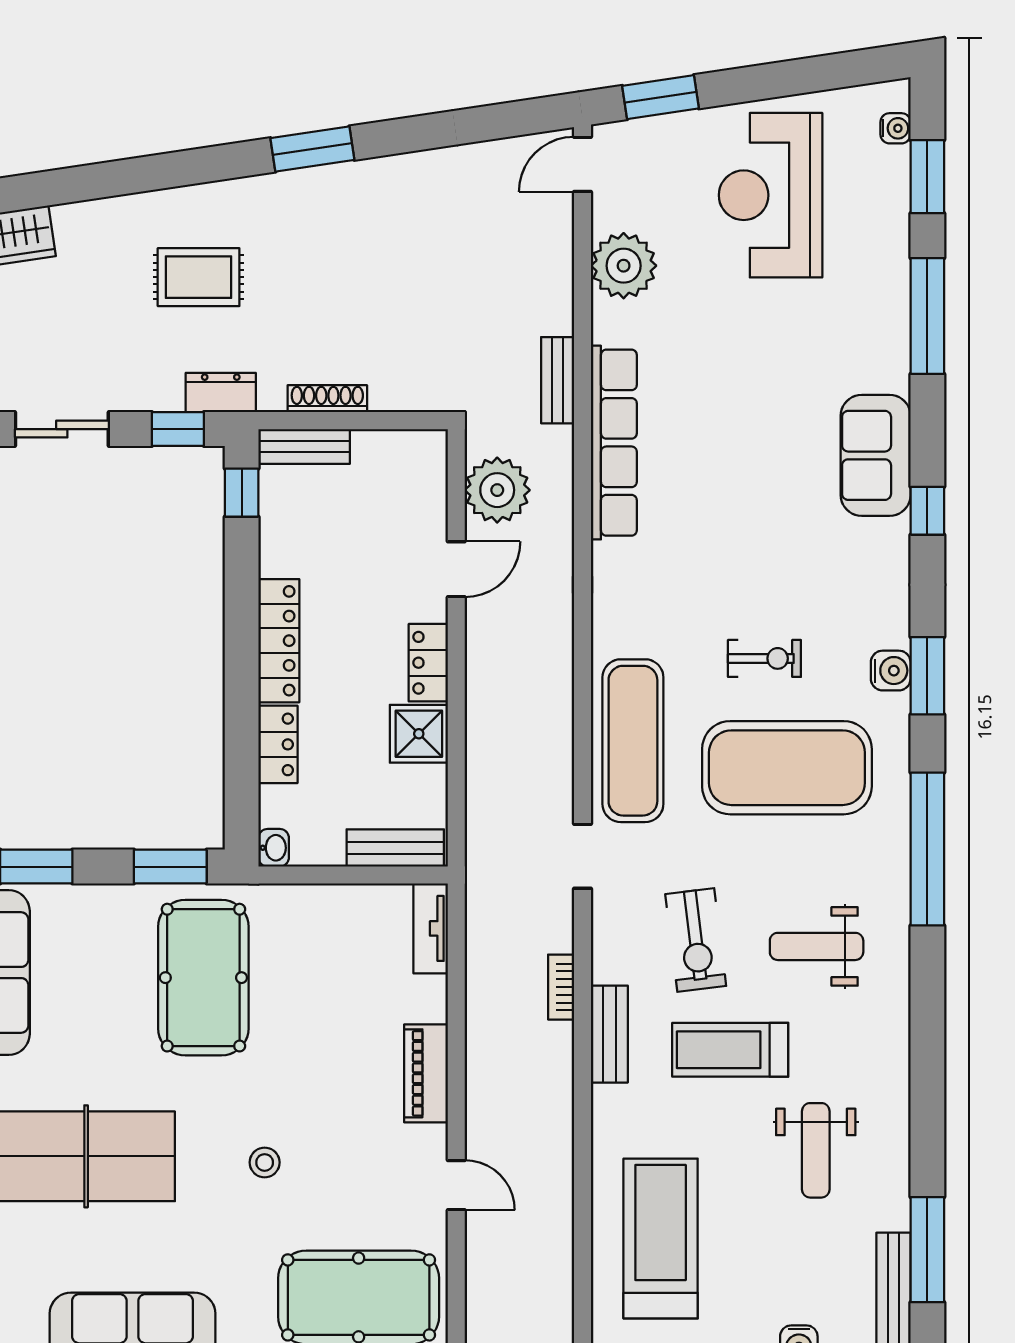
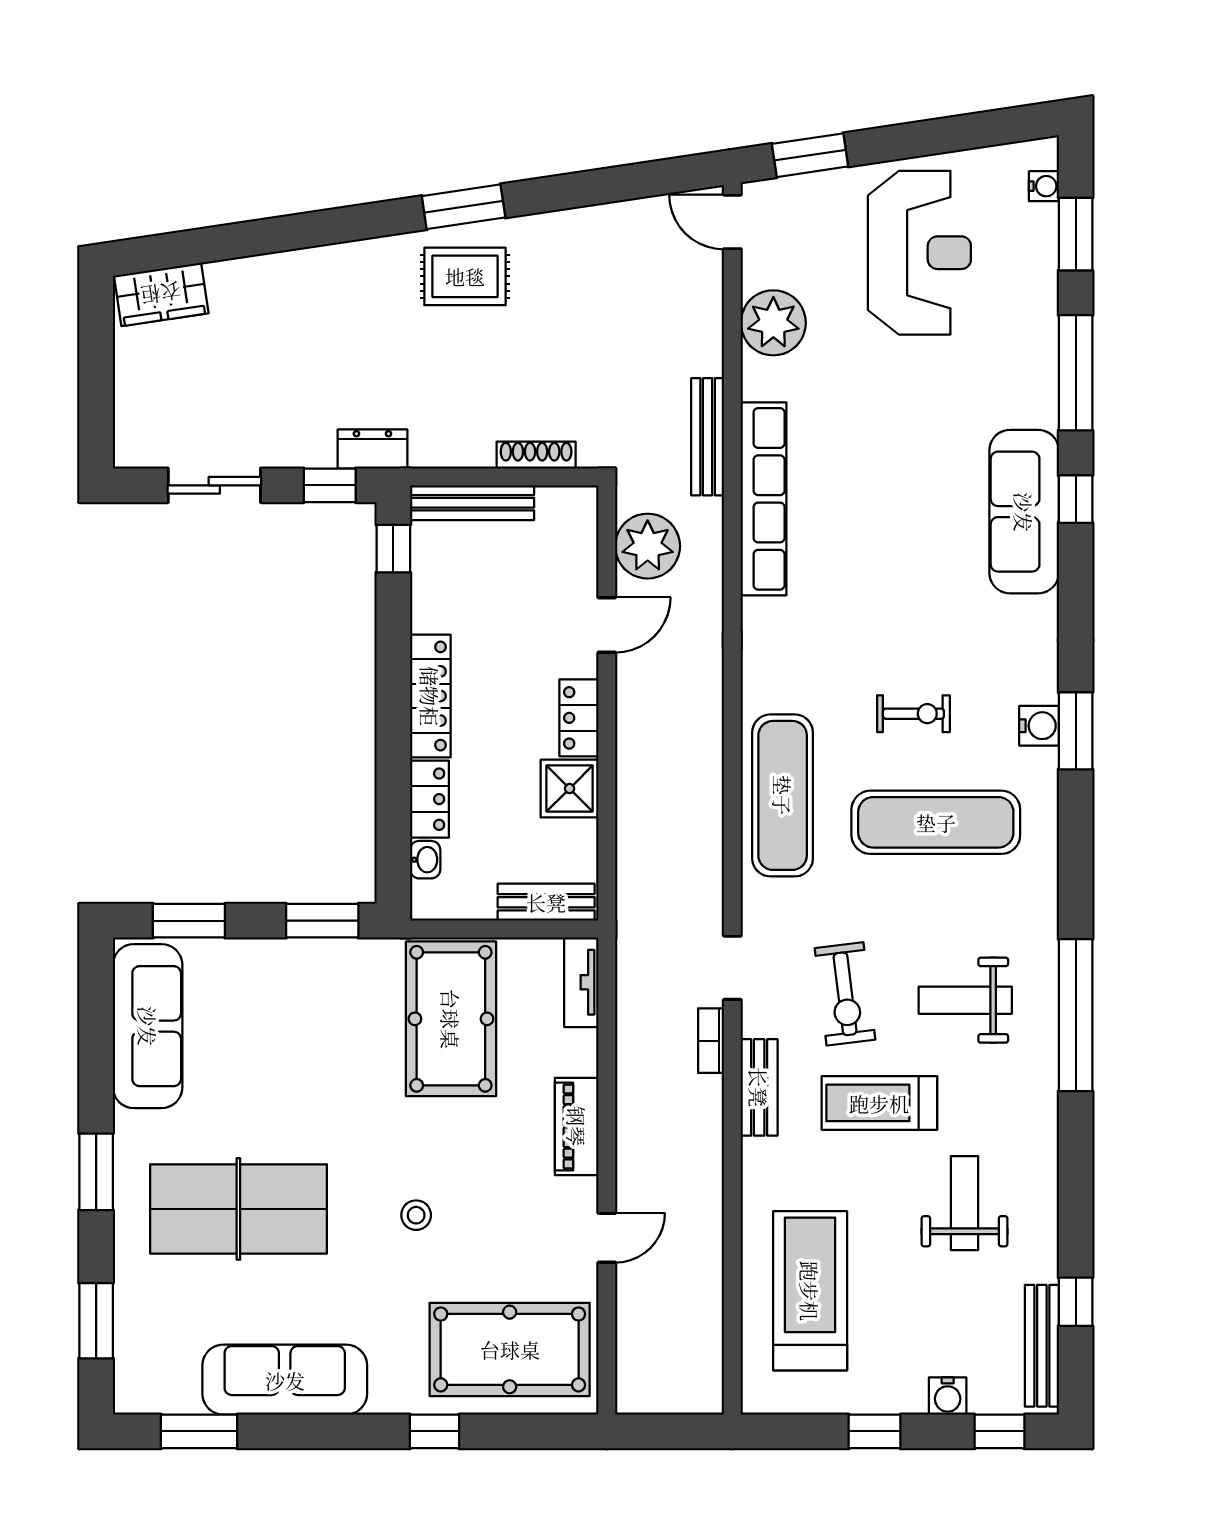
door: (582, 164) -> (732, 222), hinge flipped
reception desk: (771, 195) -> (919, 253), turned 180
rug: (199, 277) -> (465, 276), moved
bench: (558, 380) -> (708, 437), width x1.36
shoe rack: (327, 399) -> (536, 455), moved
bench: (304, 446) -> (472, 503), width x1.36
sofa: (876, 455) -> (1024, 512), width x1.36
window: (927, 511) -> (1076, 499), moved
exercise mat: (787, 768) -> (936, 822), width x0.68
washbasin: (274, 848) -> (425, 860), moved
window: (927, 849) -> (1076, 1015), moved
doorway: (582, 856) -> (732, 968), moved
pool table: (203, 978) -> (451, 1019), moved
weight bench: (816, 1150) -> (964, 1203), turned 180
door: (456, 1185) -> (607, 1238), hinge flipped
window: (927, 1250) -> (1076, 1302), width x0.46

